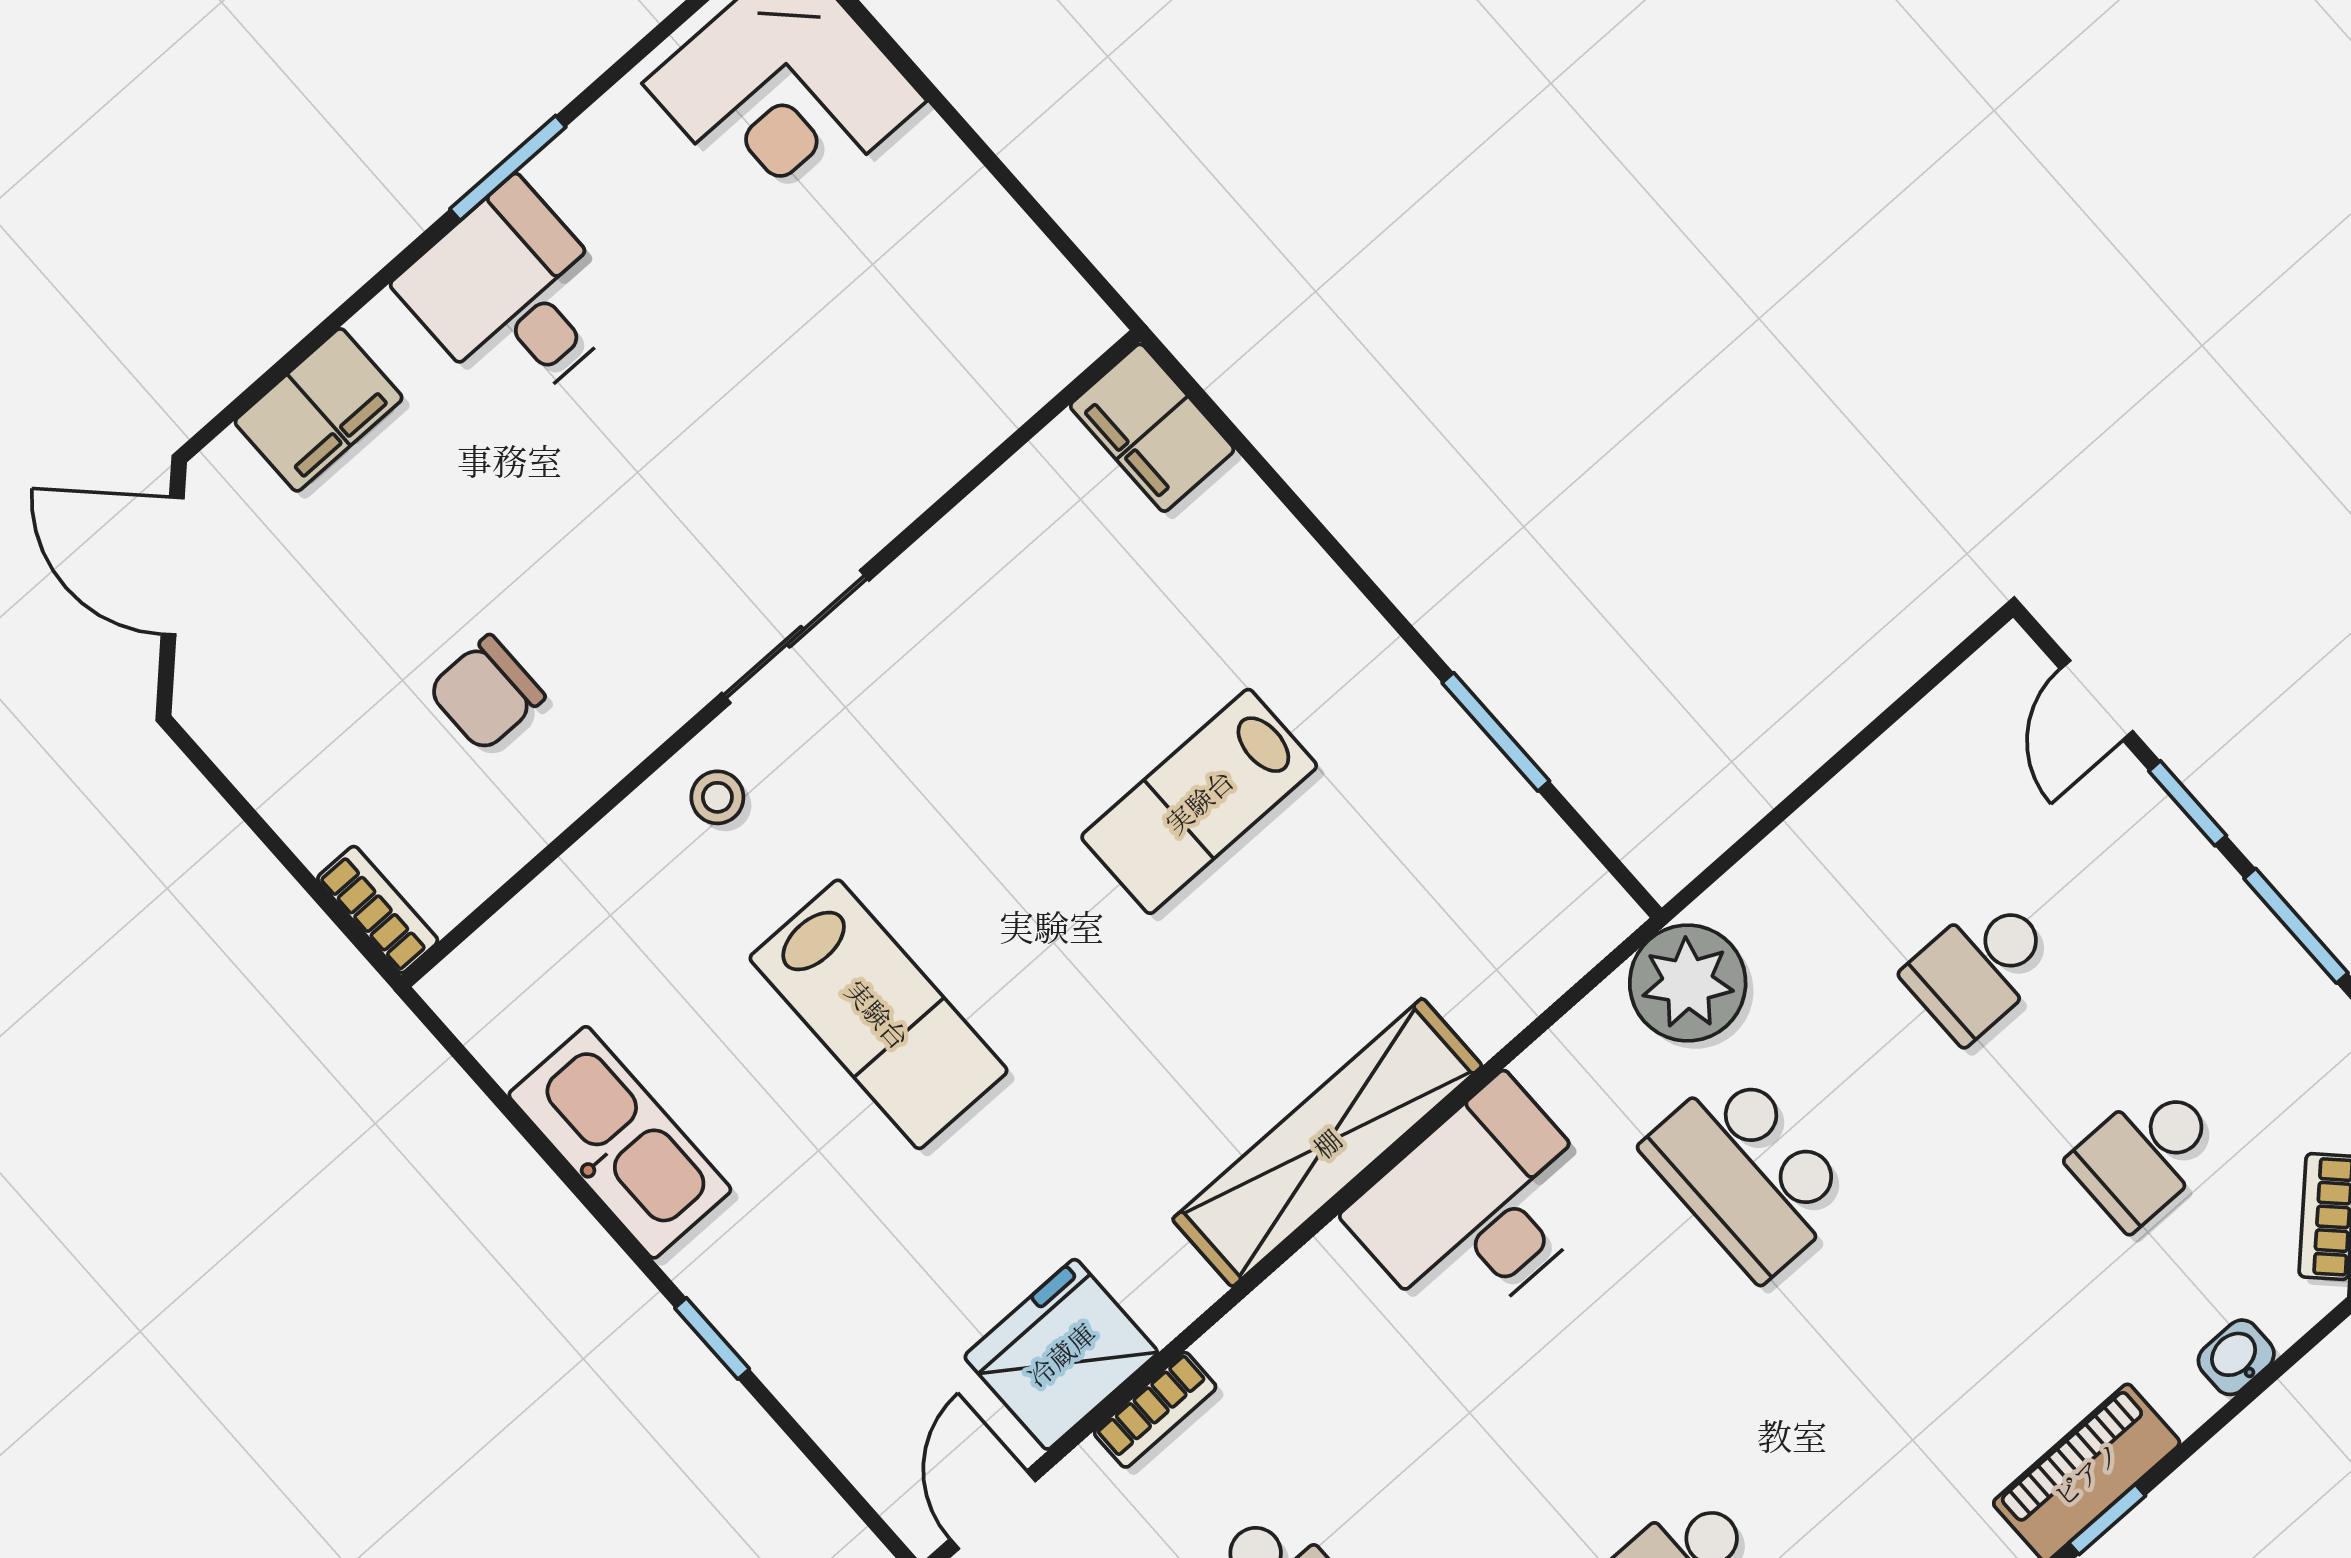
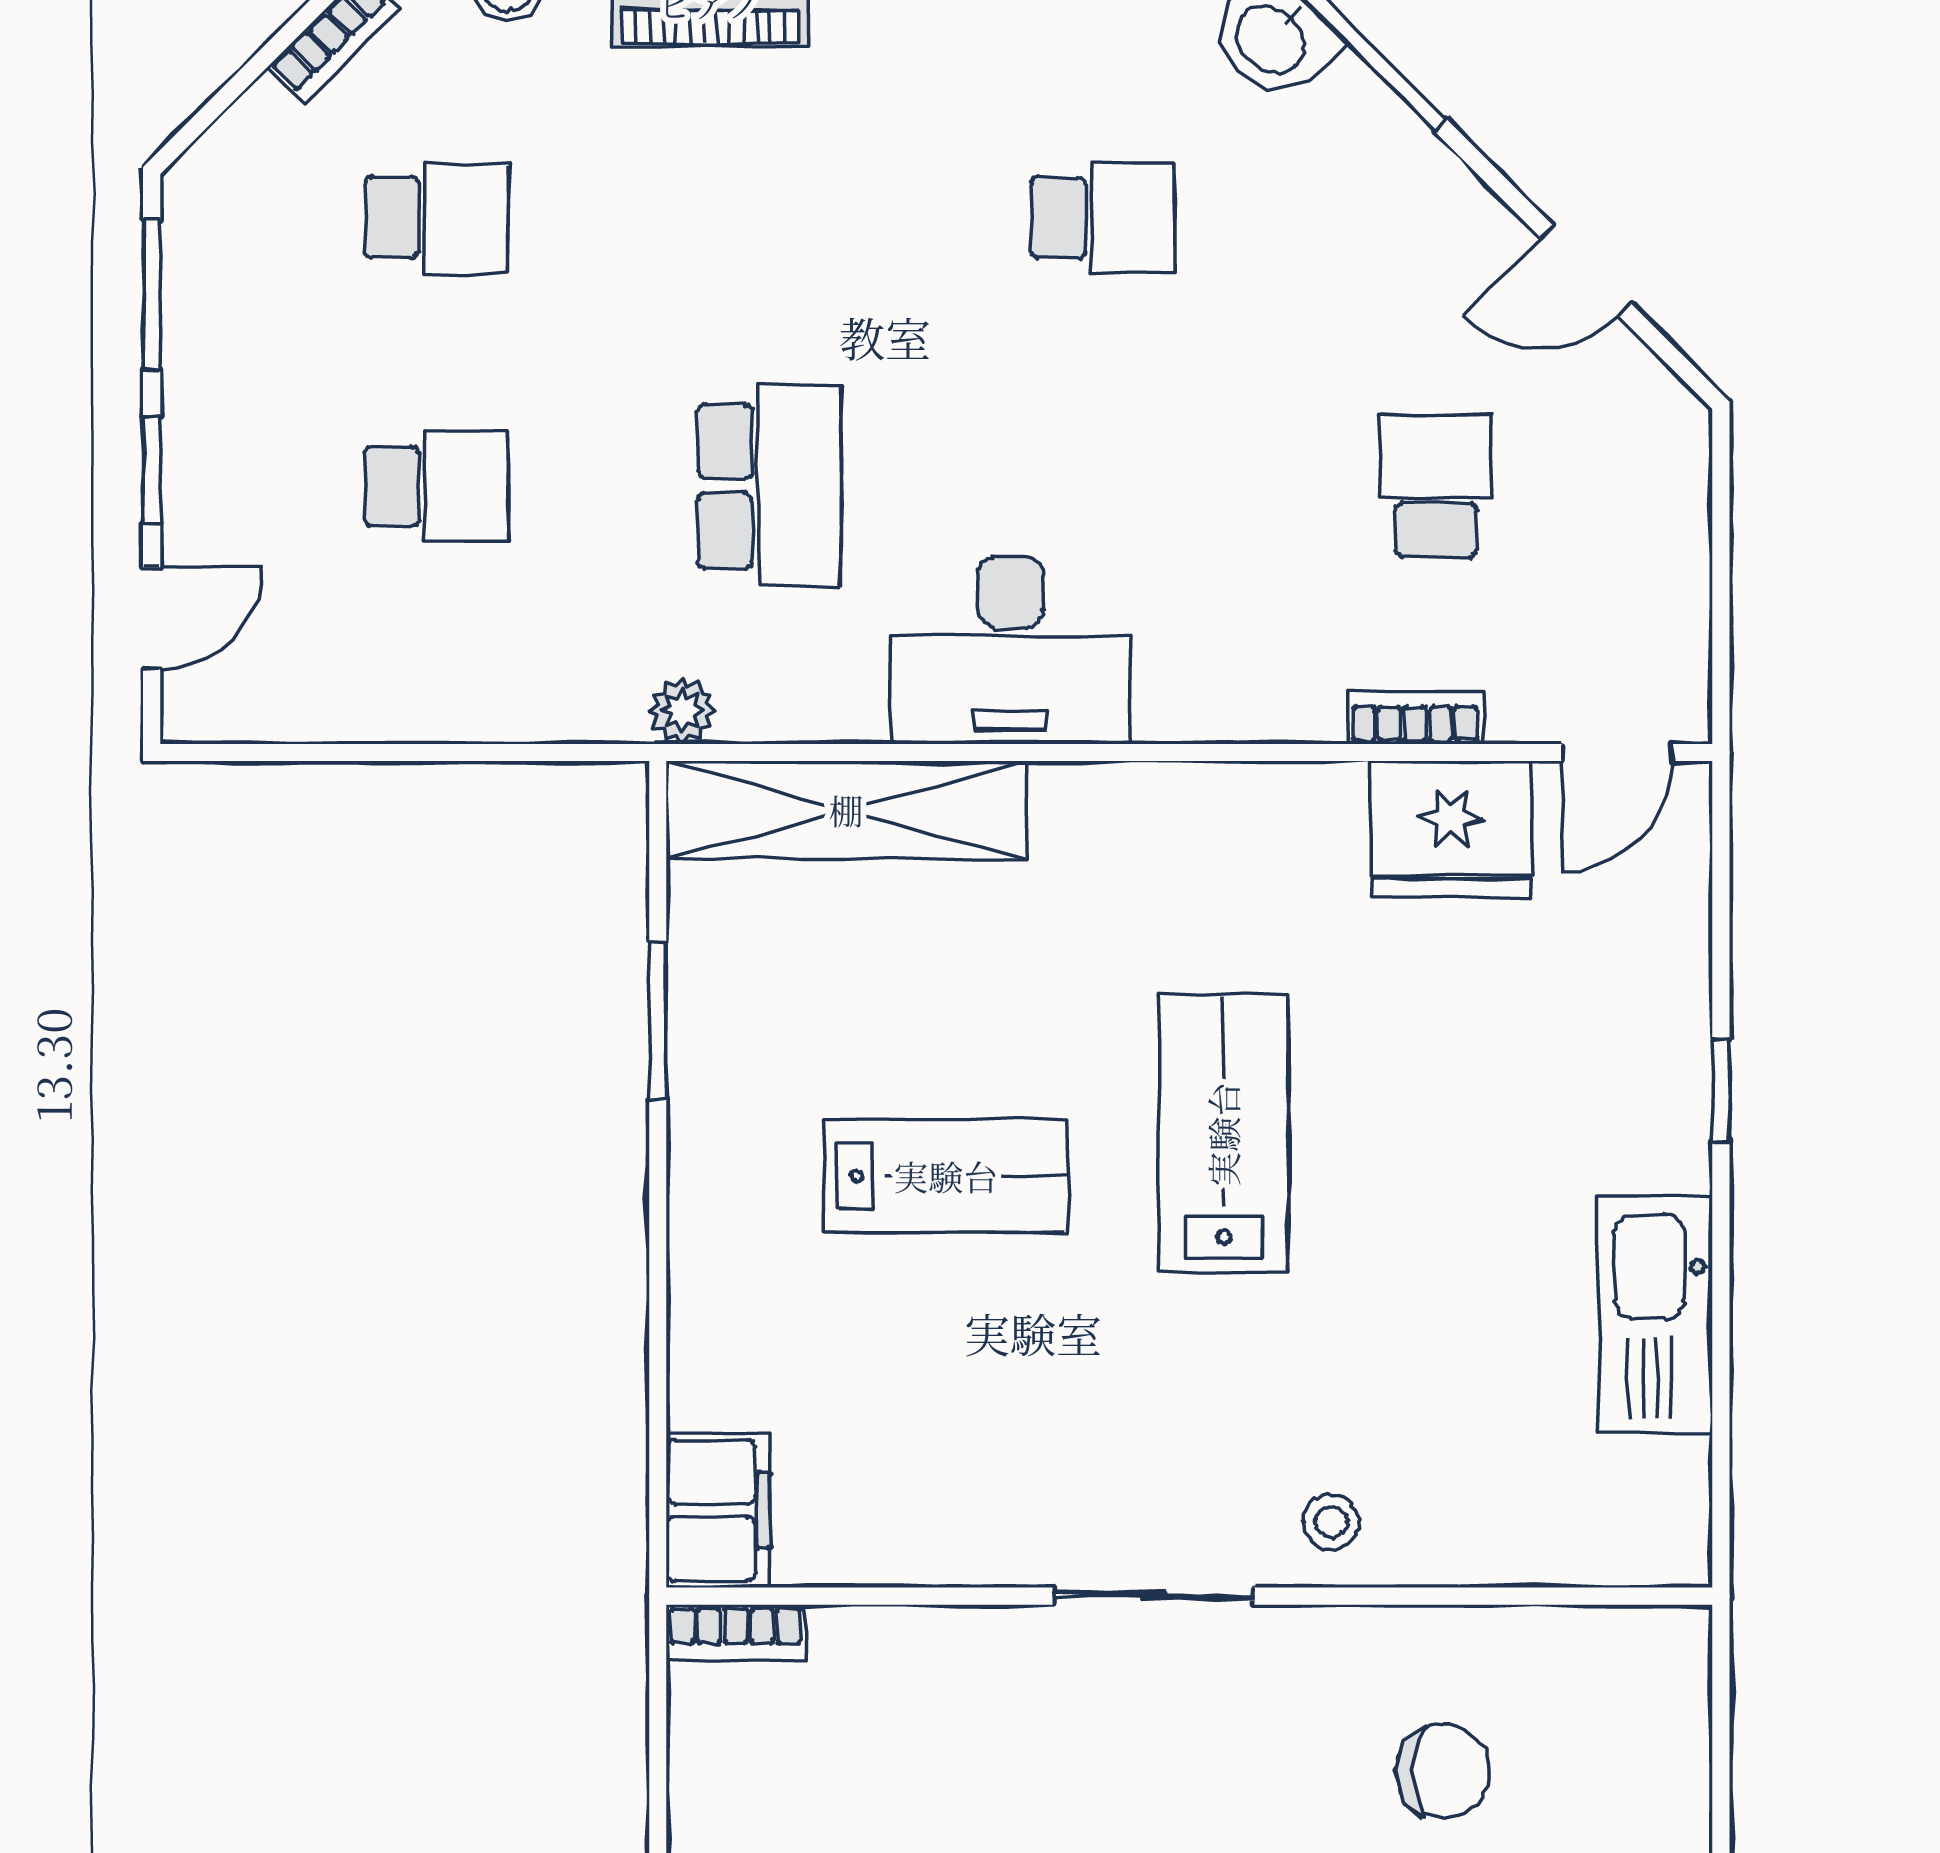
bookcase: (378, 910) -> (736, 1632), moved, turned -90
plant: (1688, 983) -> (682, 711), width x0.53, depth x0.53
lab bench: (878, 1014) -> (1223, 1134), moved
shelving: (1327, 1143) -> (846, 810), moved

